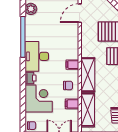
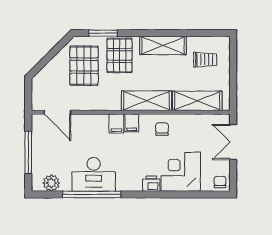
desk: (37, 56) -> (94, 174), moved
filing cabinet: (72, 104) -> (116, 123), moved

